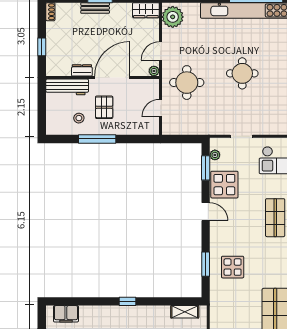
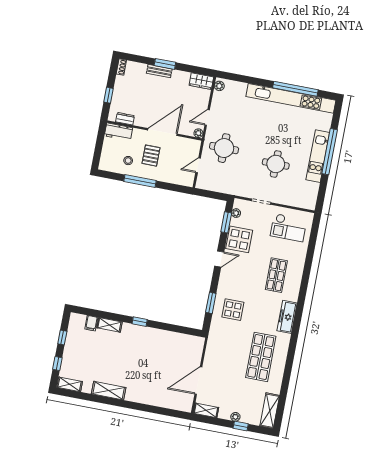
plant: (173, 17) -> (219, 86), width x0.53, depth x0.53
dresser: (82, 70) -> (125, 119), moved
round table: (242, 73) -> (276, 164), moved
workbench: (67, 87) -> (118, 132), width x0.73
door: (206, 212) -> (219, 259), hinge flipped
shelving: (185, 312) -> (109, 325), moved
filing cabinet: (66, 314) -> (91, 323), width x0.50

